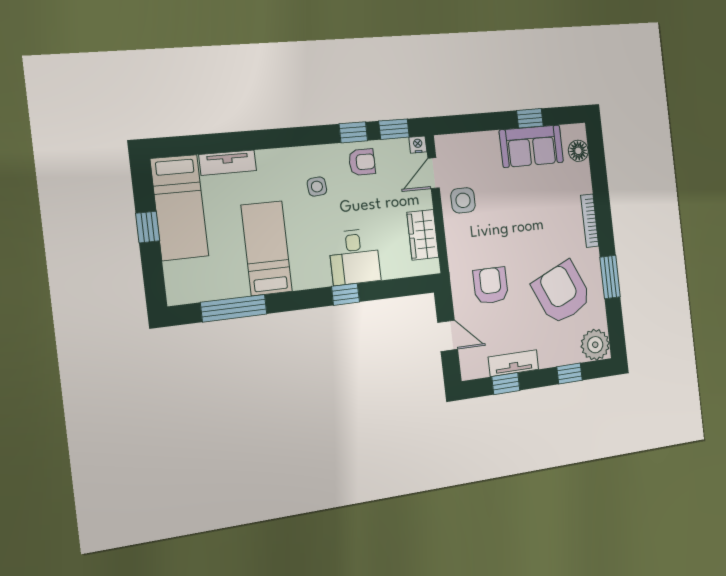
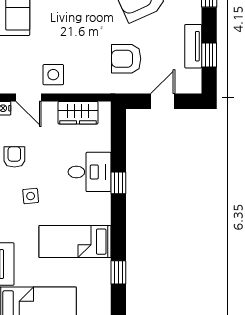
window: (234, 308) -> (118, 272), width x0.46

